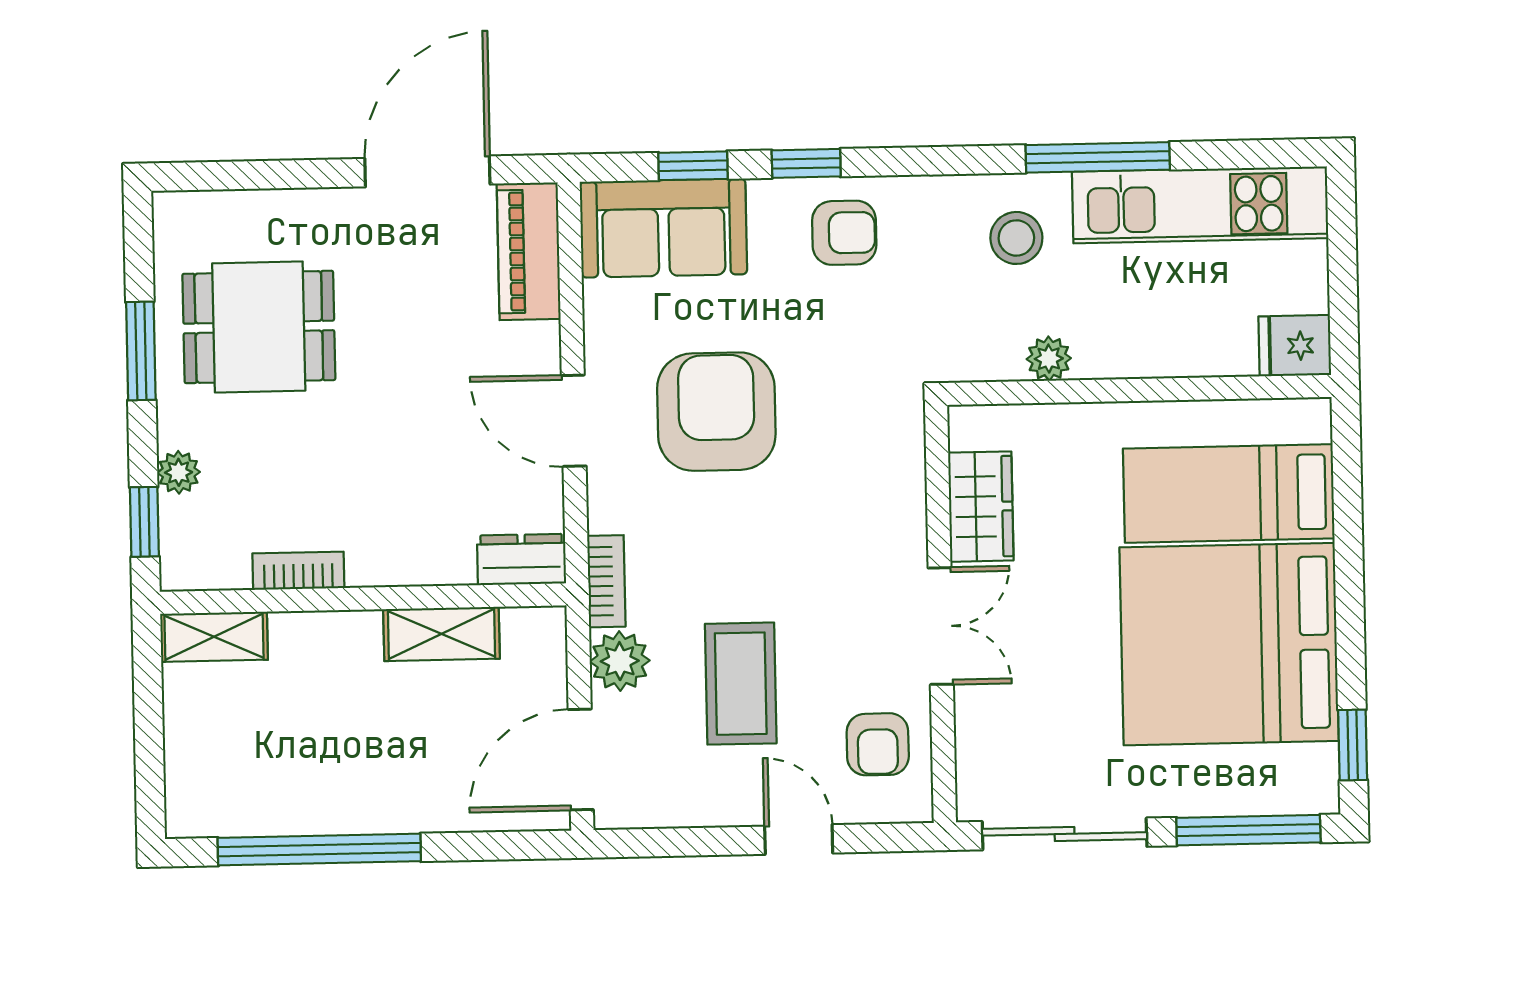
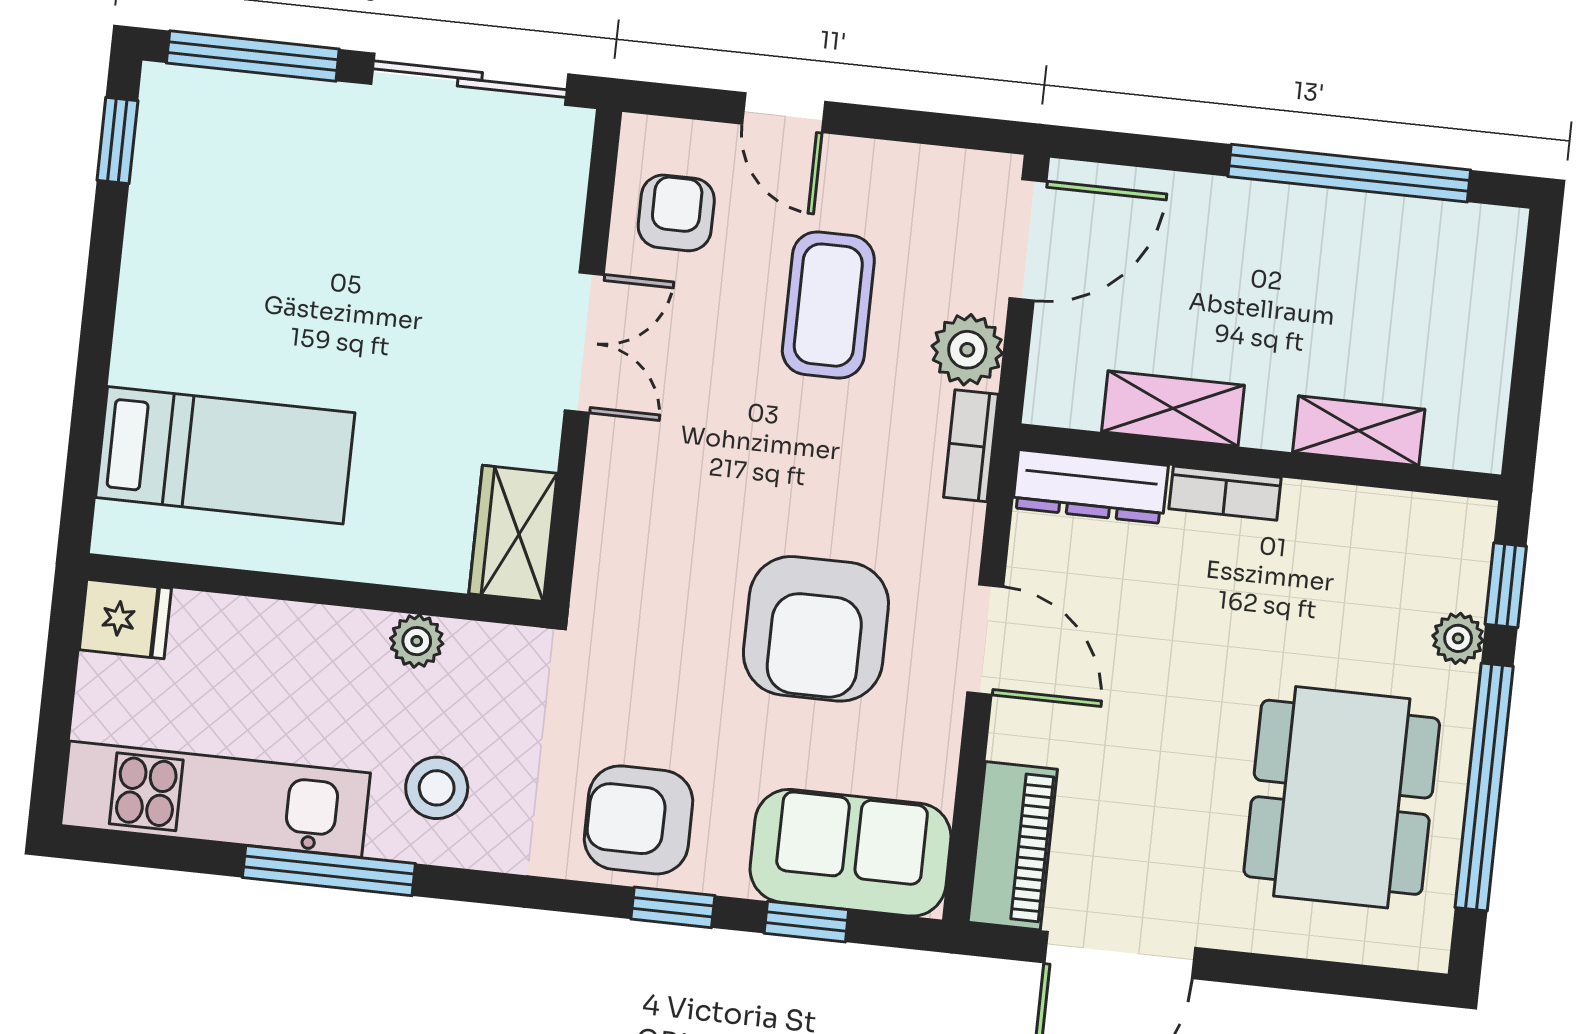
armchair: (844, 233) -> (639, 820), width x1.38, depth x1.38
dining table: (259, 327) -> (1342, 797), width x1.38
window: (141, 351) -> (1484, 787), width x2.11
wardrobe: (981, 507) -> (513, 533), moved
dresser: (521, 559) -> (1090, 487), width x1.44
bookcase: (298, 571) -> (1225, 493), moved
double door: (941, 626) -> (584, 343), swing flipped
shelving: (214, 637) -> (1359, 431), moved
bed: (1229, 644) -> (248, 278), removed

